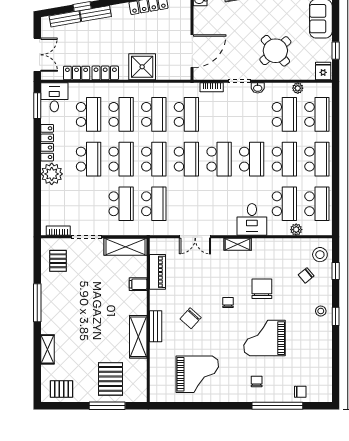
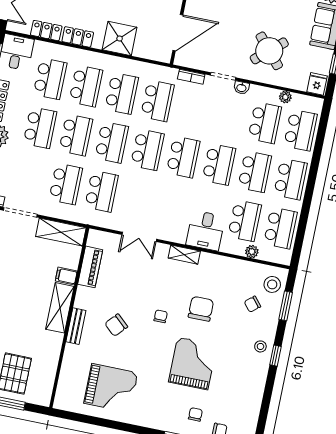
window: (336, 271) -> (286, 306), width x1.50
shelving: (138, 337) -> (60, 308), moved
grand piano: (265, 338) -> (193, 363), turned 90
chair: (257, 381) -> (195, 414), moved

